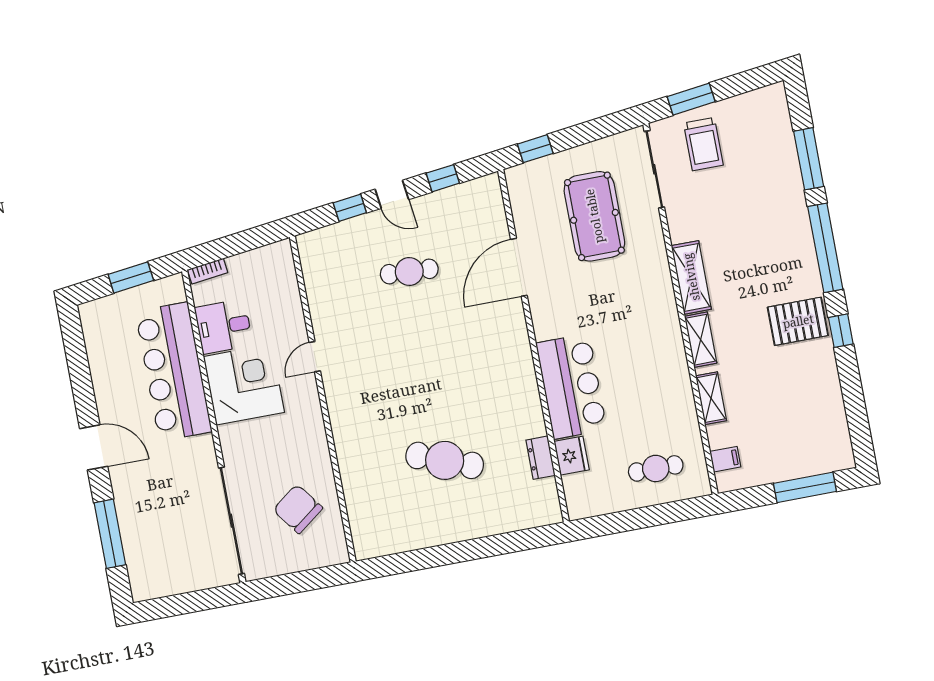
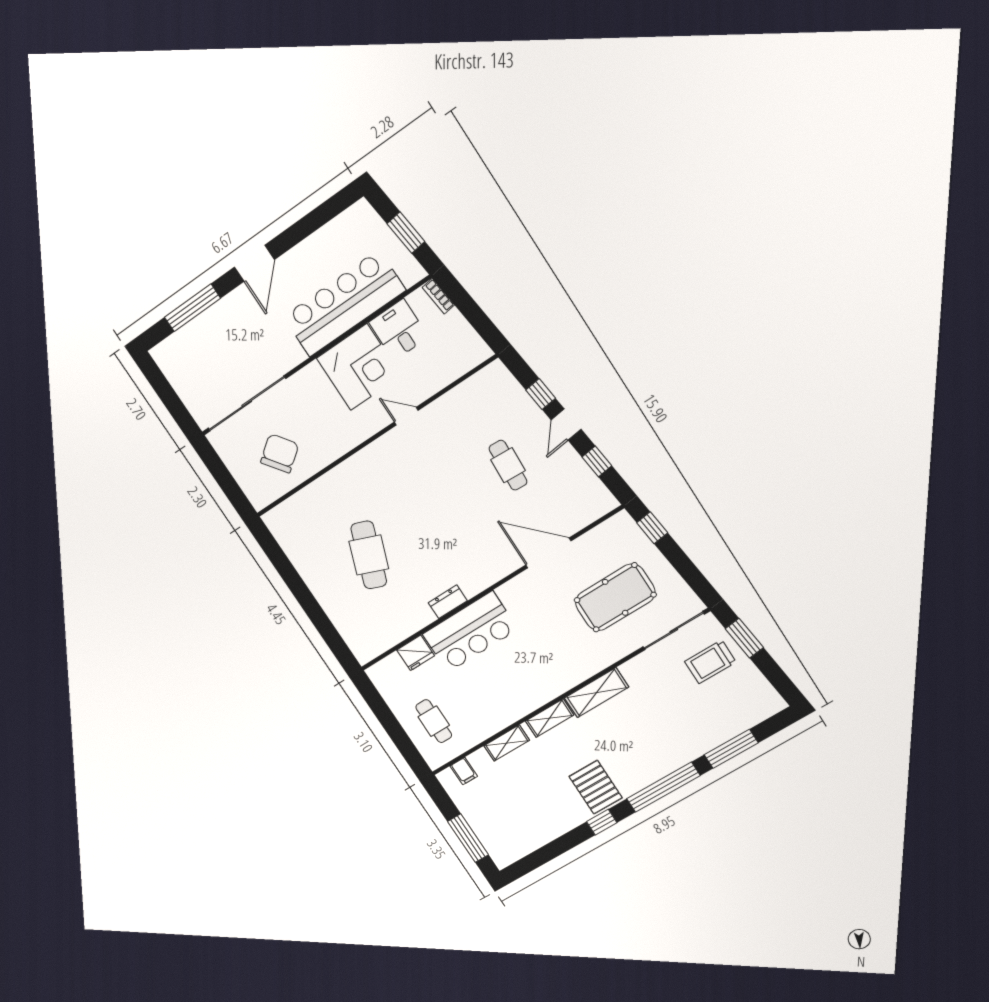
dresser: (541, 458) -> (448, 602), moved

